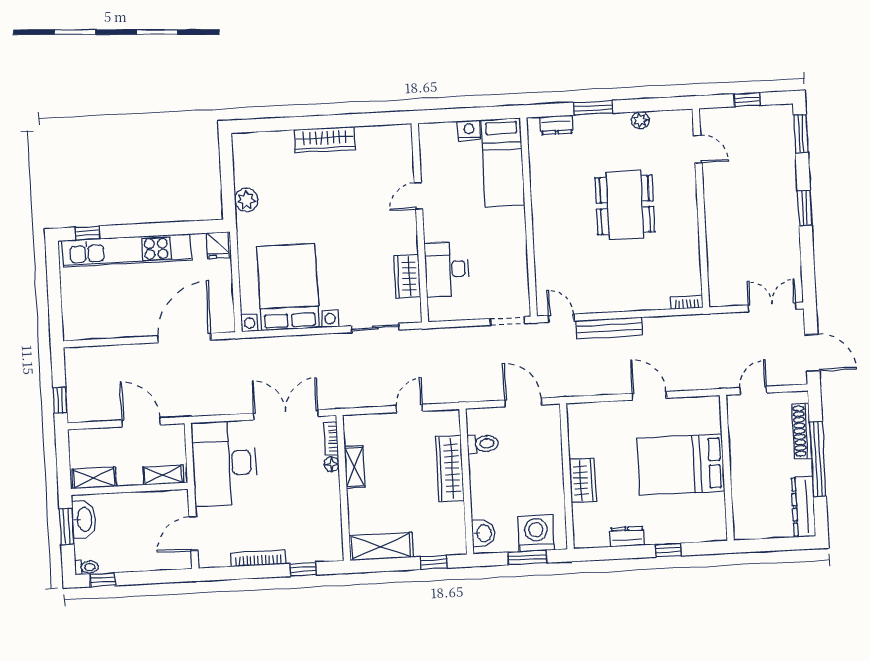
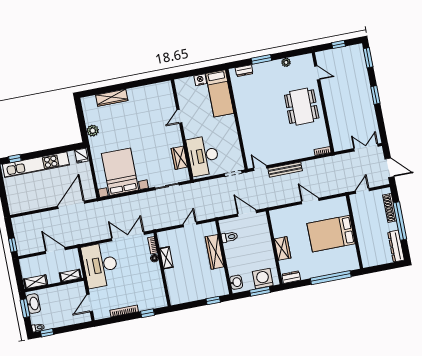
wardrobe: (325, 140) -> (112, 98), moved
dining table: (625, 205) -> (302, 107), moved
desk: (447, 269) -> (203, 156), width x1.36, depth x1.30
dresser: (627, 537) -> (291, 277), moved
shelving: (381, 546) -> (185, 296), removed
window: (668, 550) -> (331, 278), width x3.17

